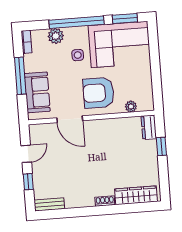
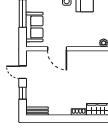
armchair: (99, 93) -> (80, 31), removed
door: (26, 154) -> (23, 72), swing flipped

